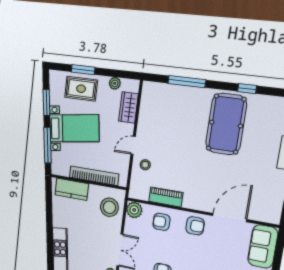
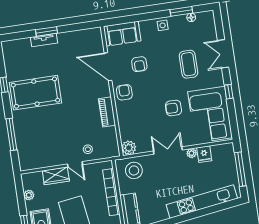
wardrobe: (128, 108) -> (56, 176), moved
piano: (166, 197) -> (107, 112), moved
armchair: (161, 222) -> (139, 64), moved

